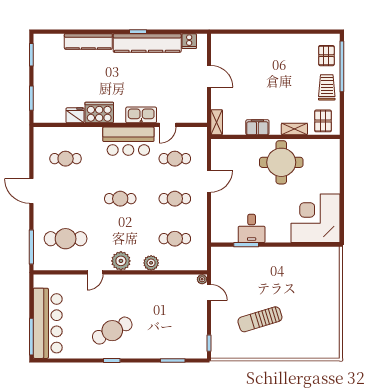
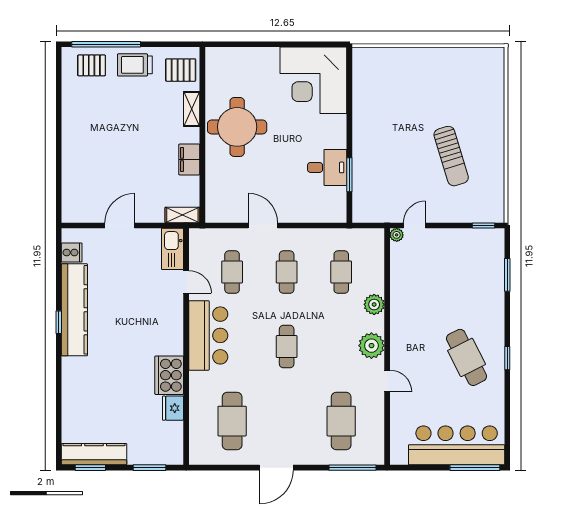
kitchen counter: (88, 41) -> (94, 454), moved, turned -90
kitchen sink: (141, 115) -> (173, 249), moved
cafe table: (66, 159) -> (232, 421), width x1.37, depth x1.35

